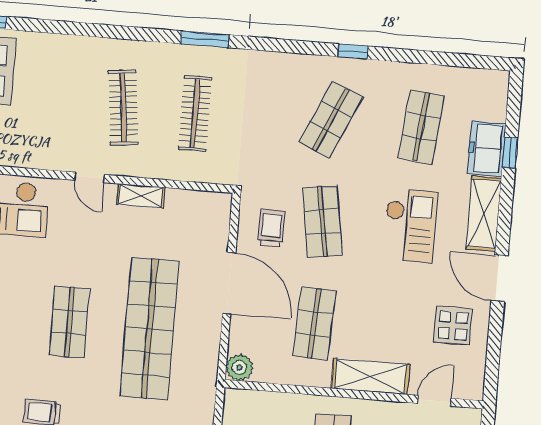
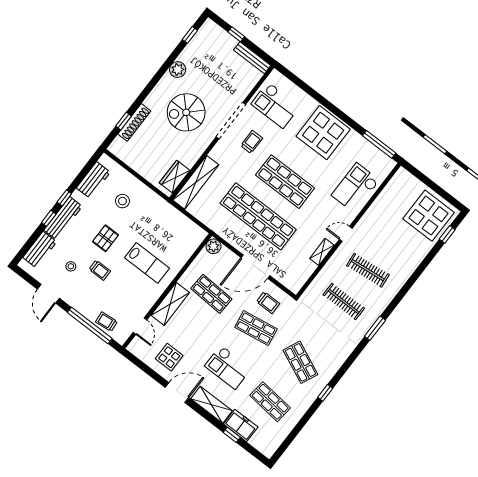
shop shelf: (70, 322) -> (285, 182), width x1.43, depth x1.36

